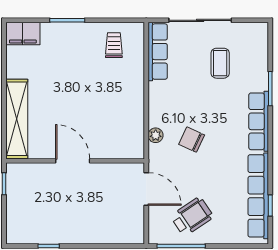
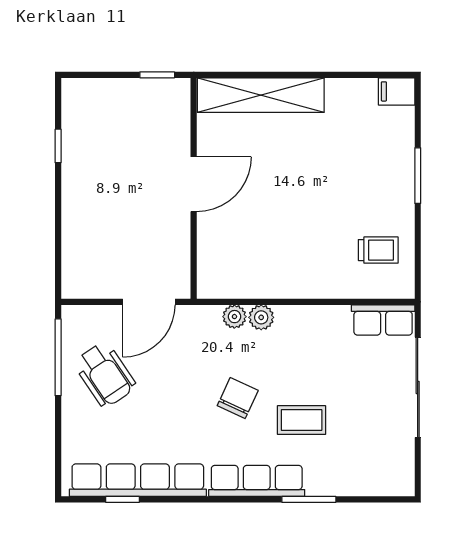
filing cabinet: (23, 34) -> (397, 91), width x0.50
row of seats: (158, 52) -> (383, 320), width x0.68
coffee table: (220, 63) -> (302, 420), moved
plant: (156, 118) -> (261, 317), added
chair: (192, 140) -> (238, 398), moved

